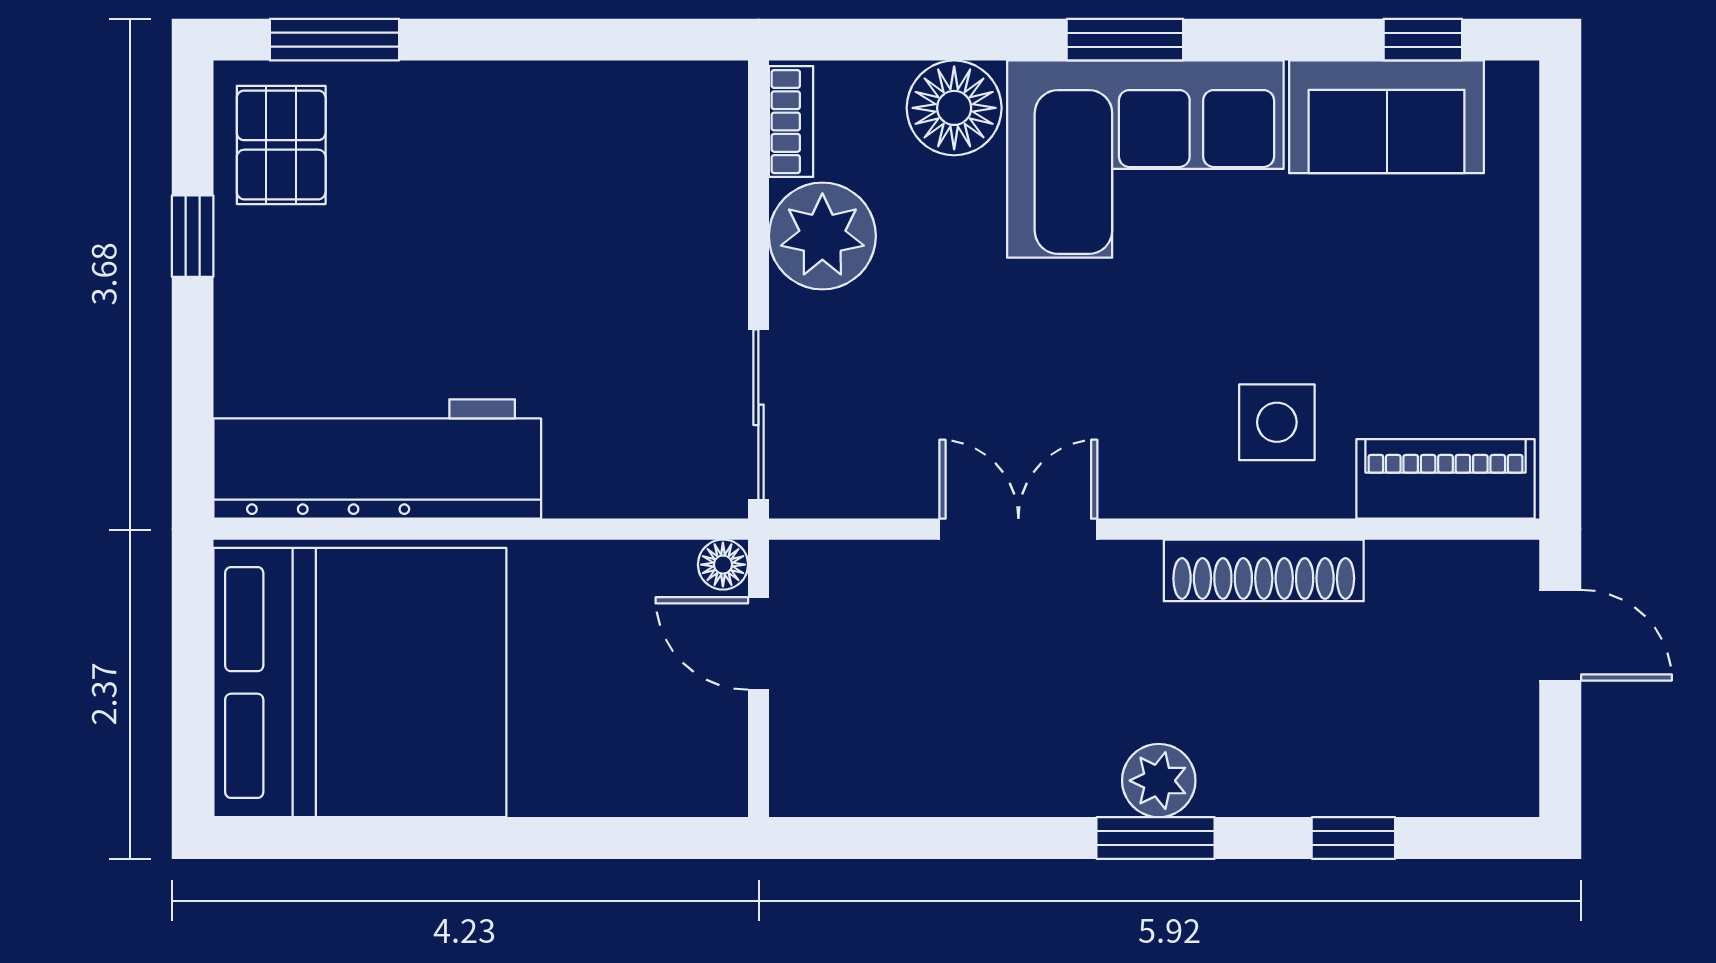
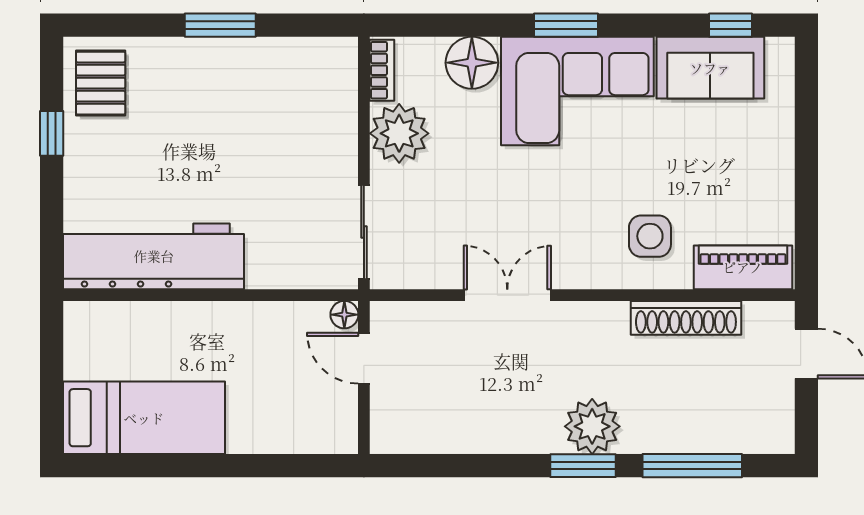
window: (334, 40) -> (220, 25), moved
shoe rack: (1264, 570) -> (686, 318), moved
bed: (360, 682) -> (144, 418), width x0.49
plant: (1159, 781) -> (592, 426), width x1.36, depth x1.36
window: (1353, 838) -> (692, 466), width x2.17

